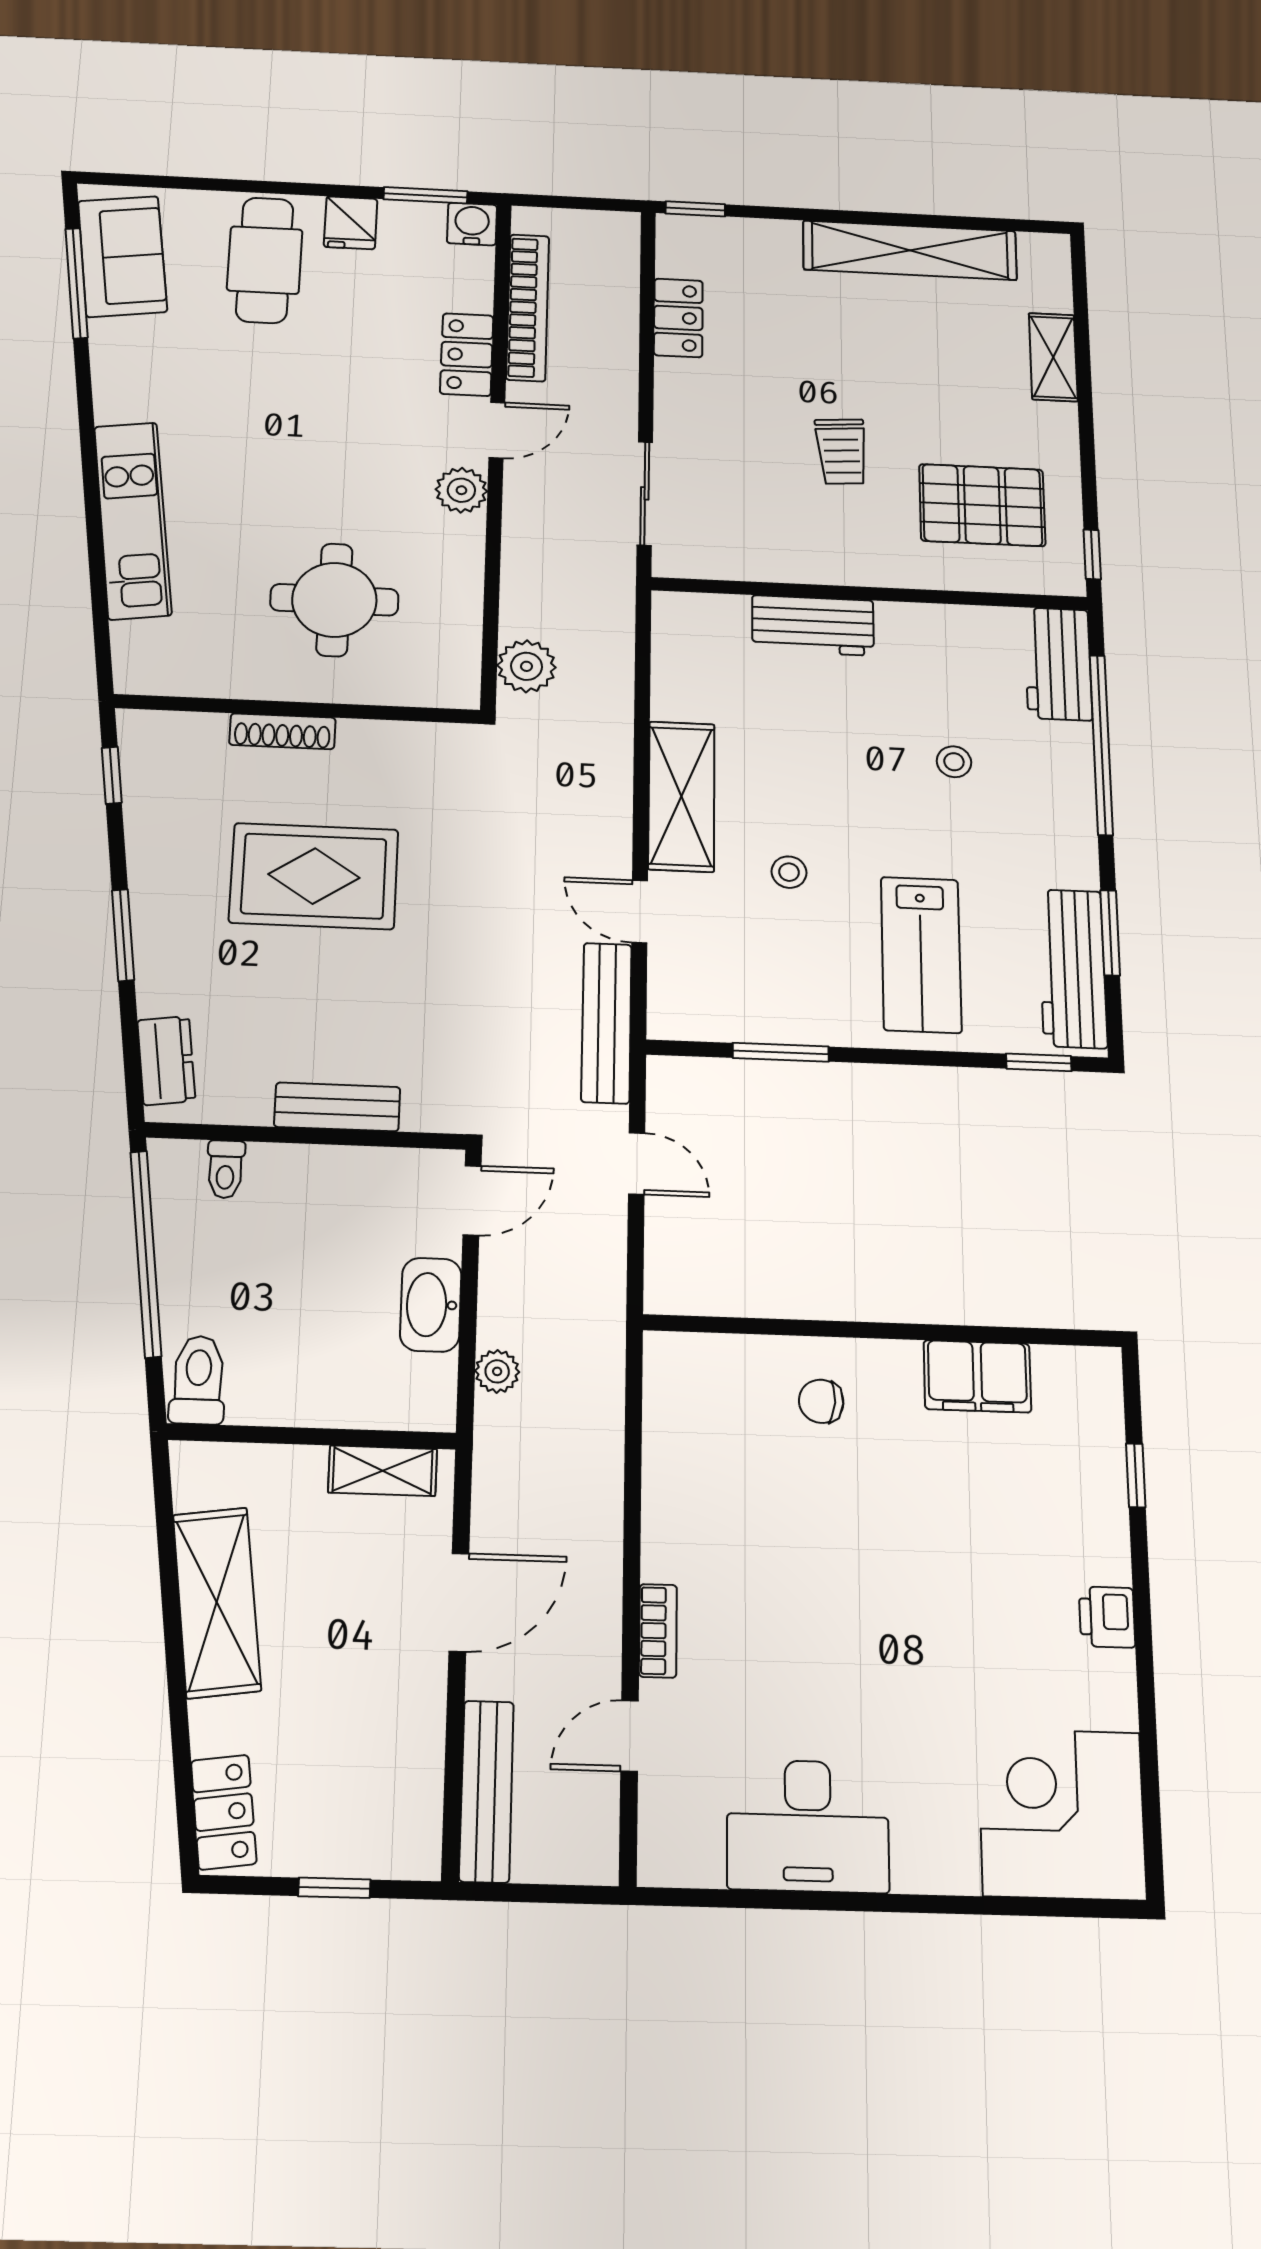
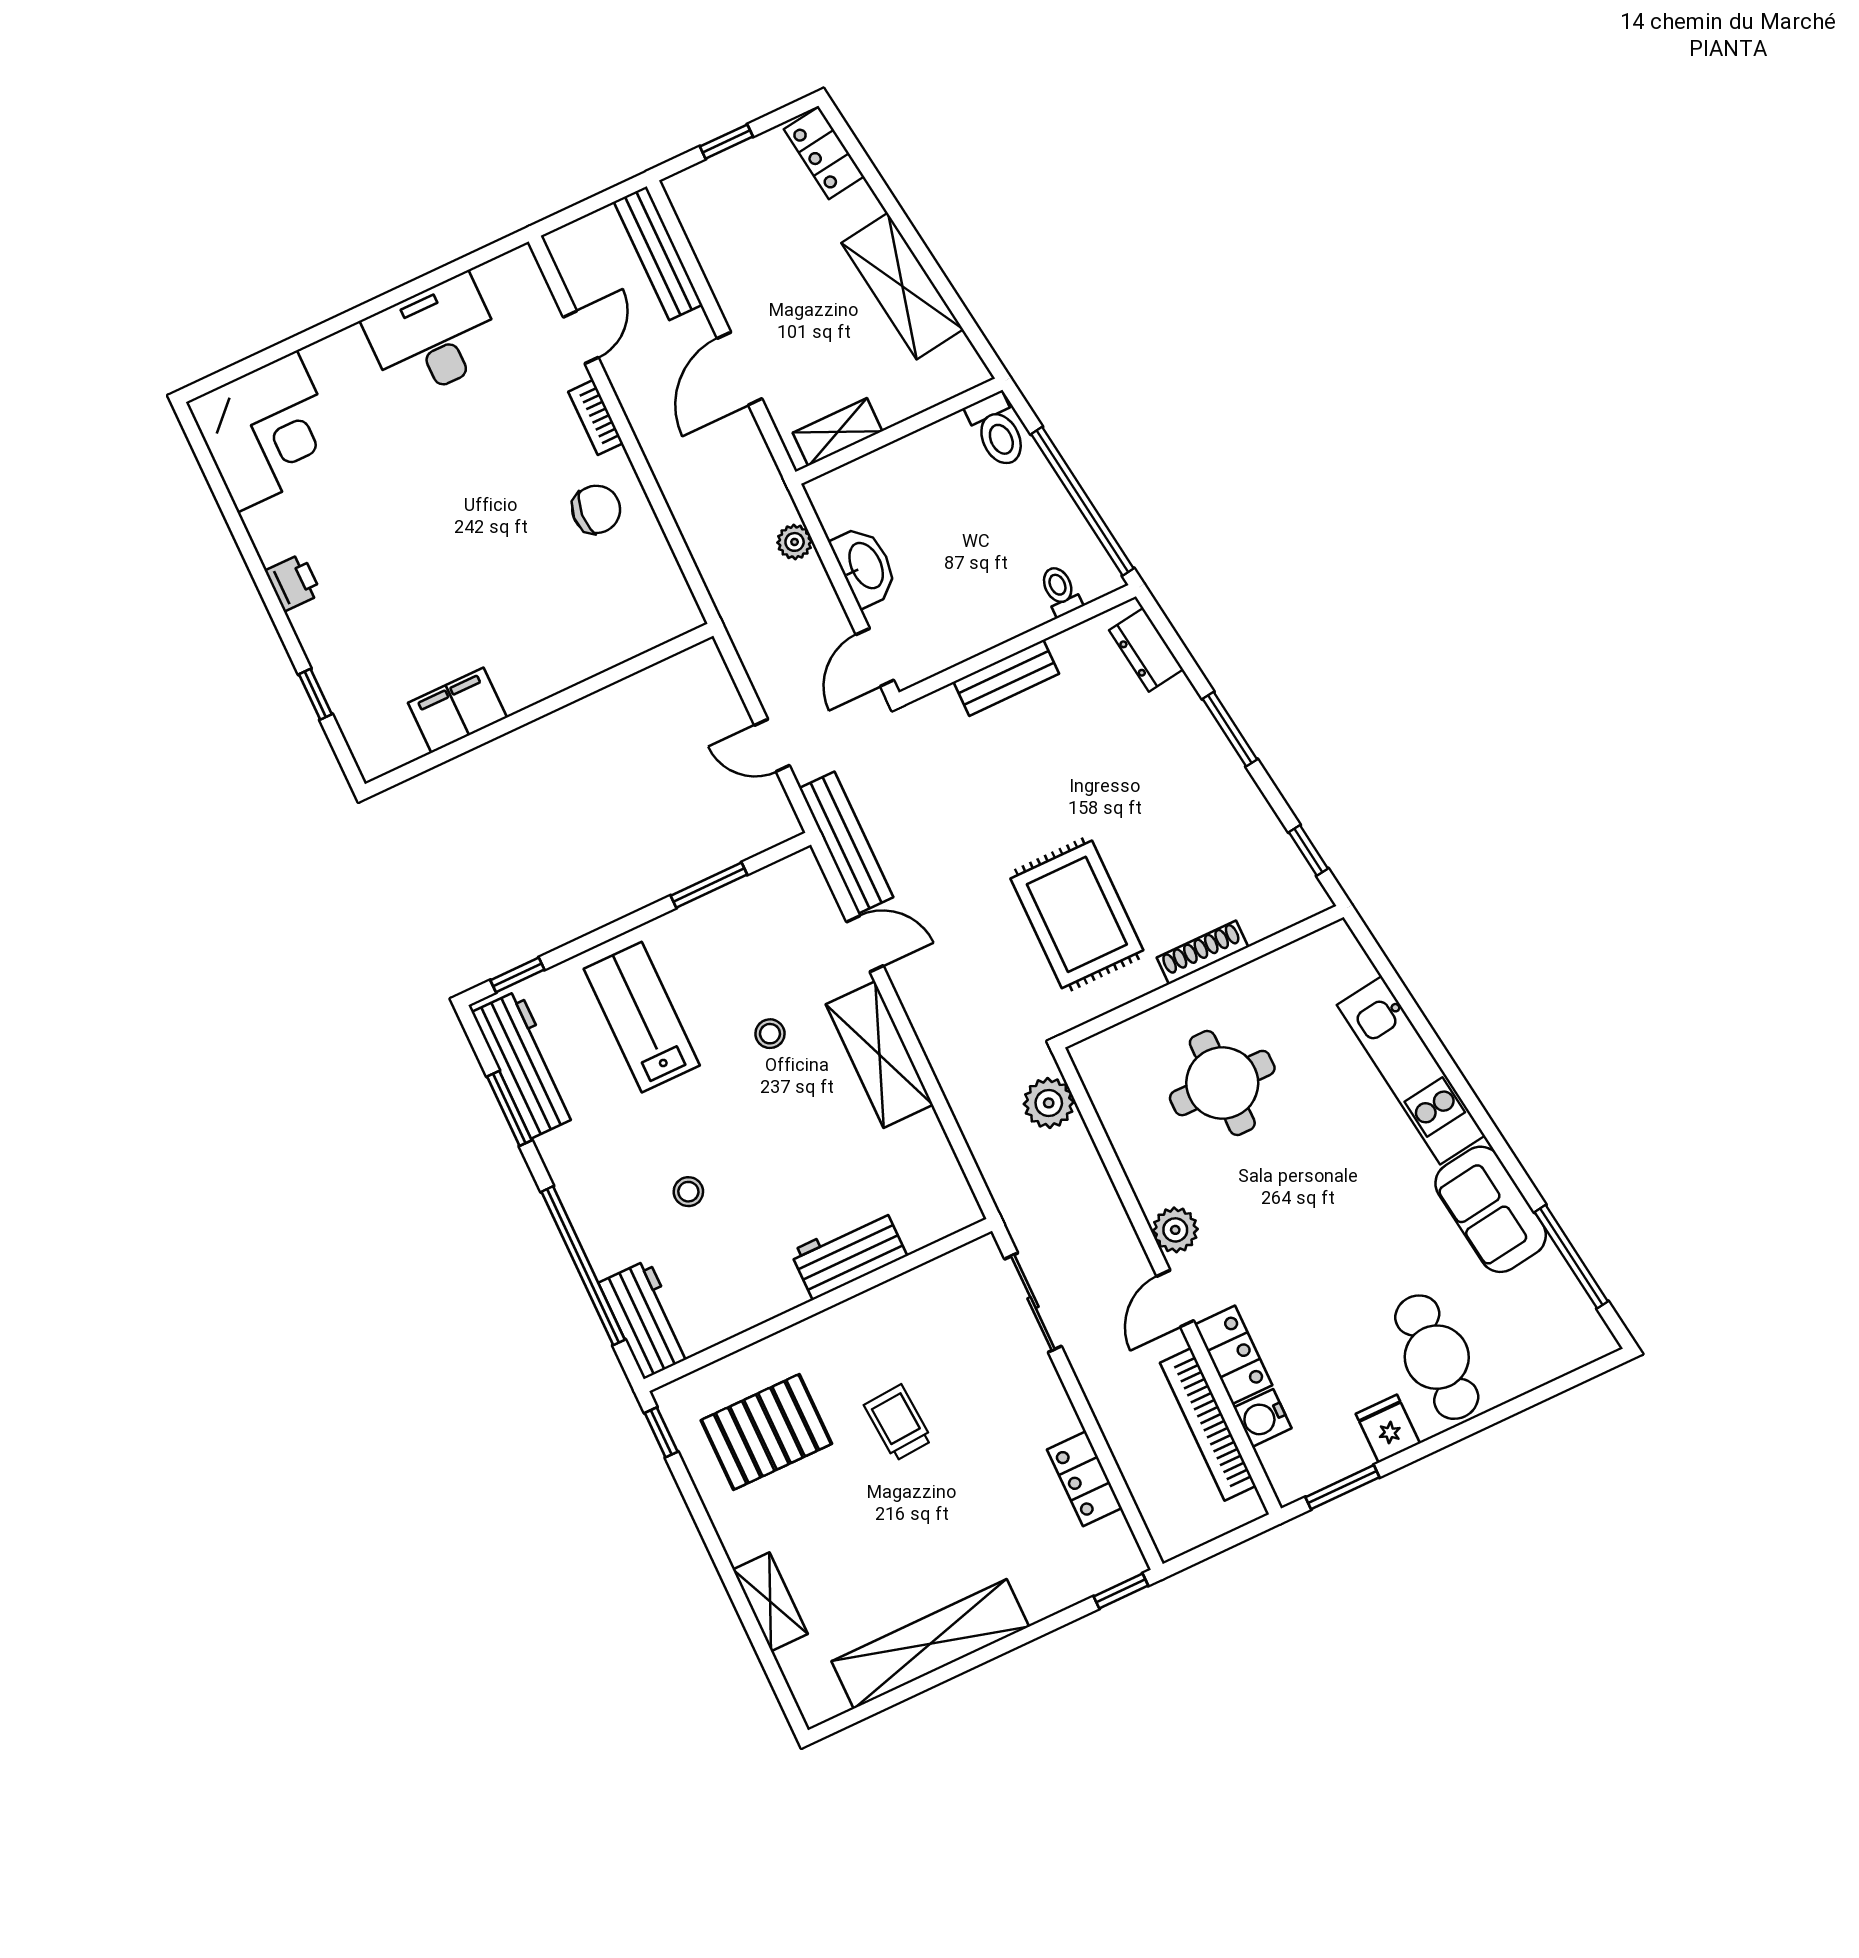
water cooler: (472, 224) -> (1263, 1418), moved, turned 90
sofa: (122, 256) -> (1491, 1209), moved
rug: (314, 876) -> (1077, 914), moved, turned 90
chair: (821, 1401) -> (596, 509), moved, width x1.37, depth x1.37

